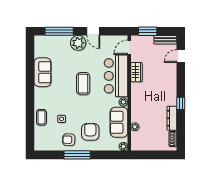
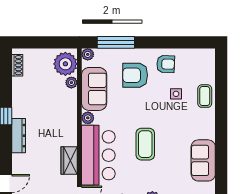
dresser: (172, 118) -> (19, 136), moved
armchair: (90, 132) -> (135, 75), turned 90
plant: (139, 140) -> (65, 64), added
window: (77, 155) -> (116, 42), moved

